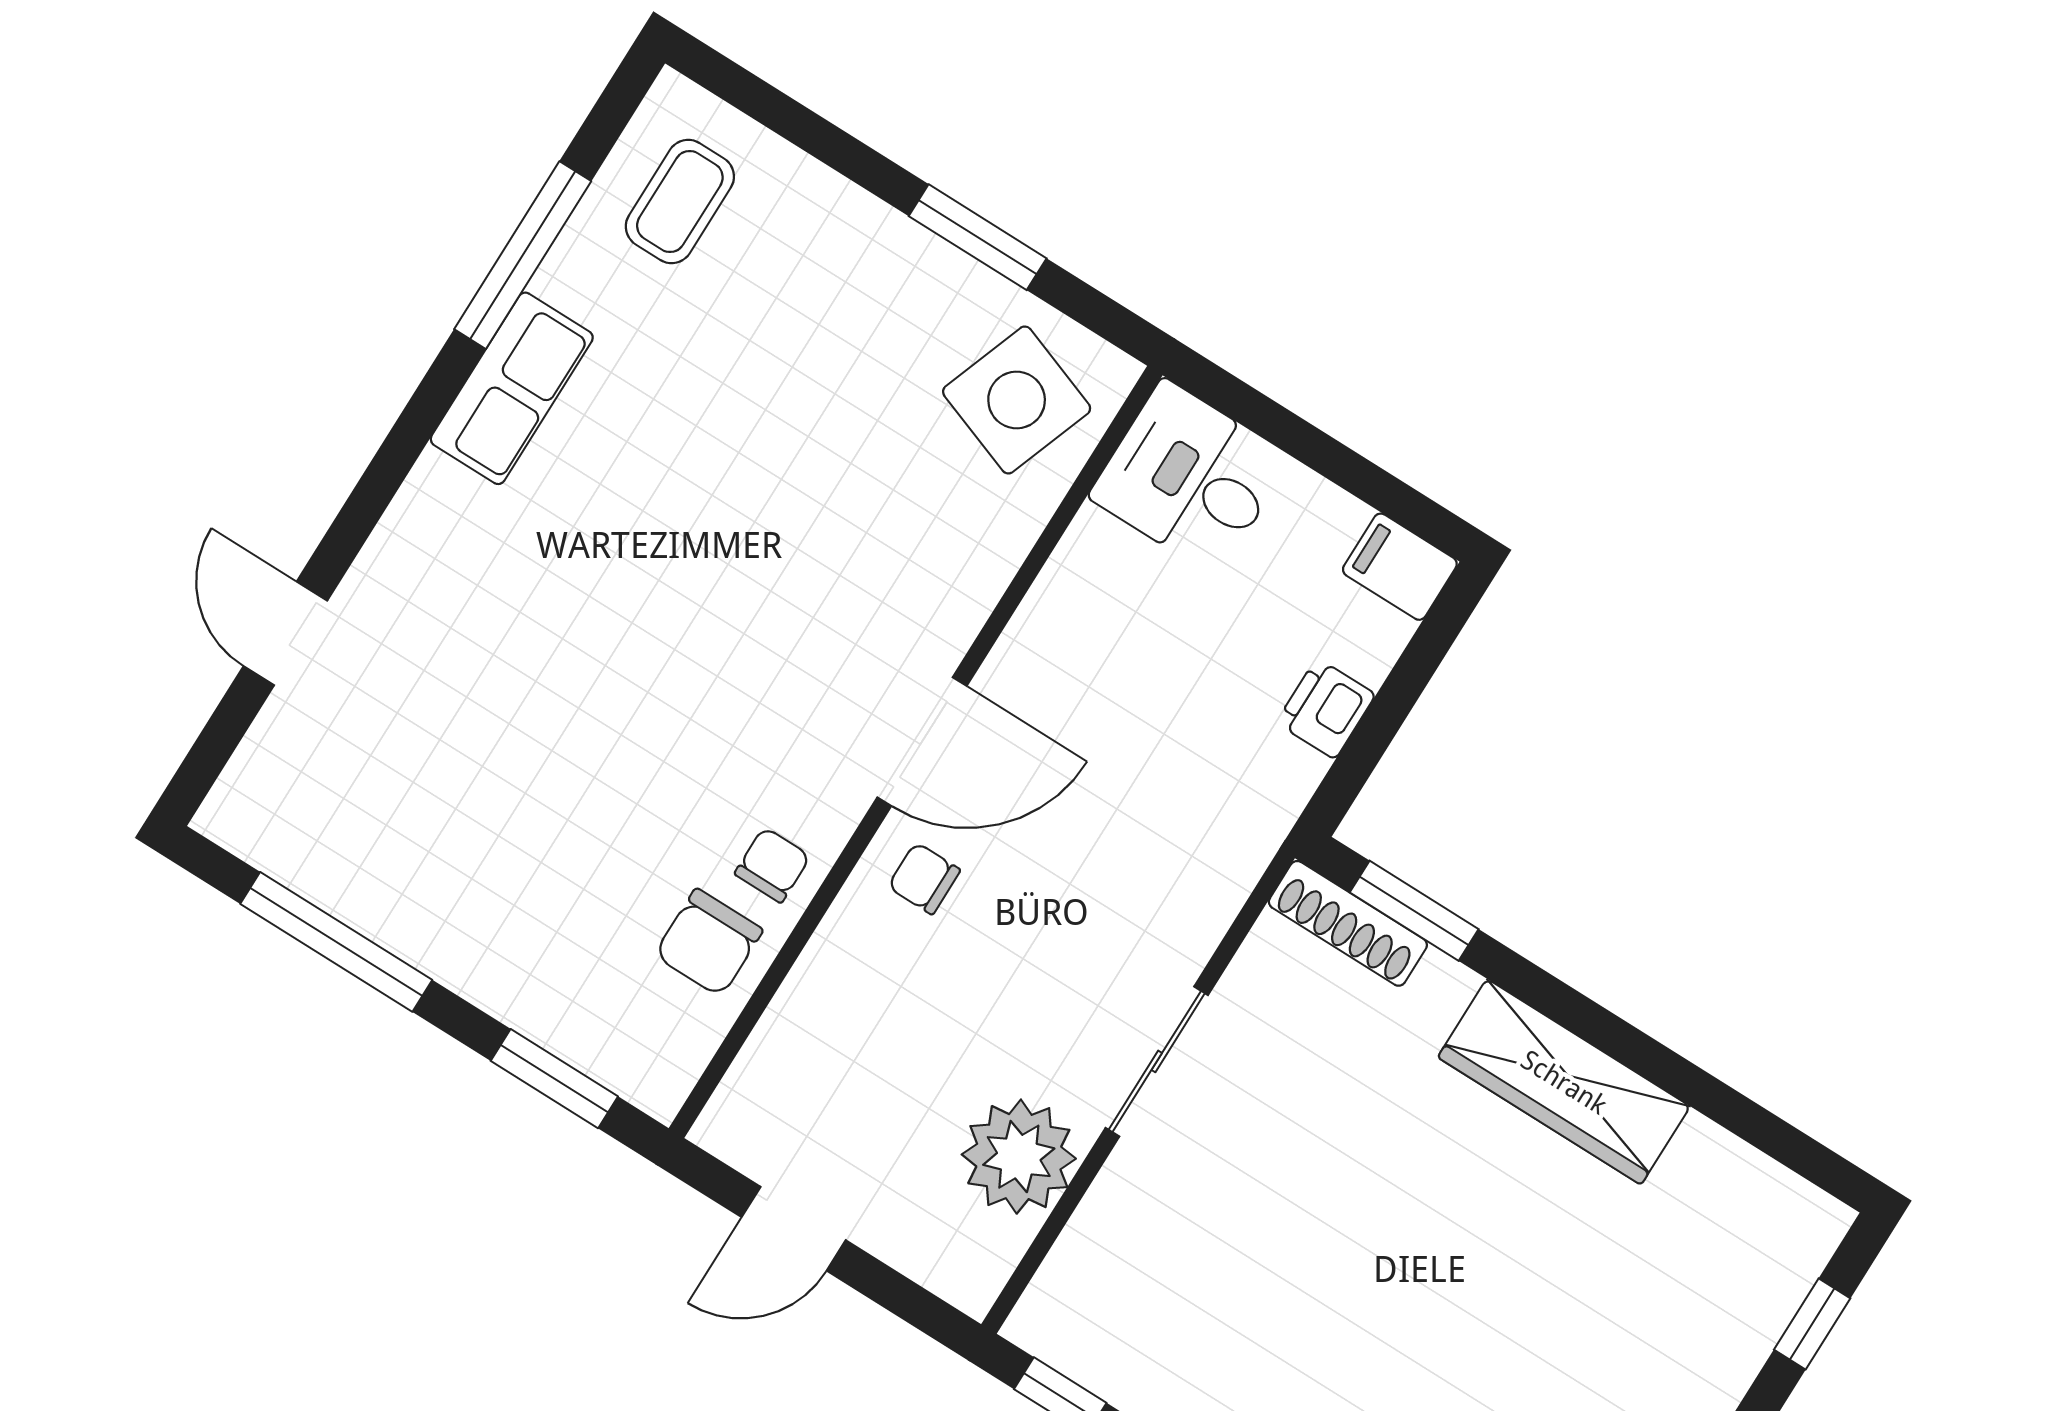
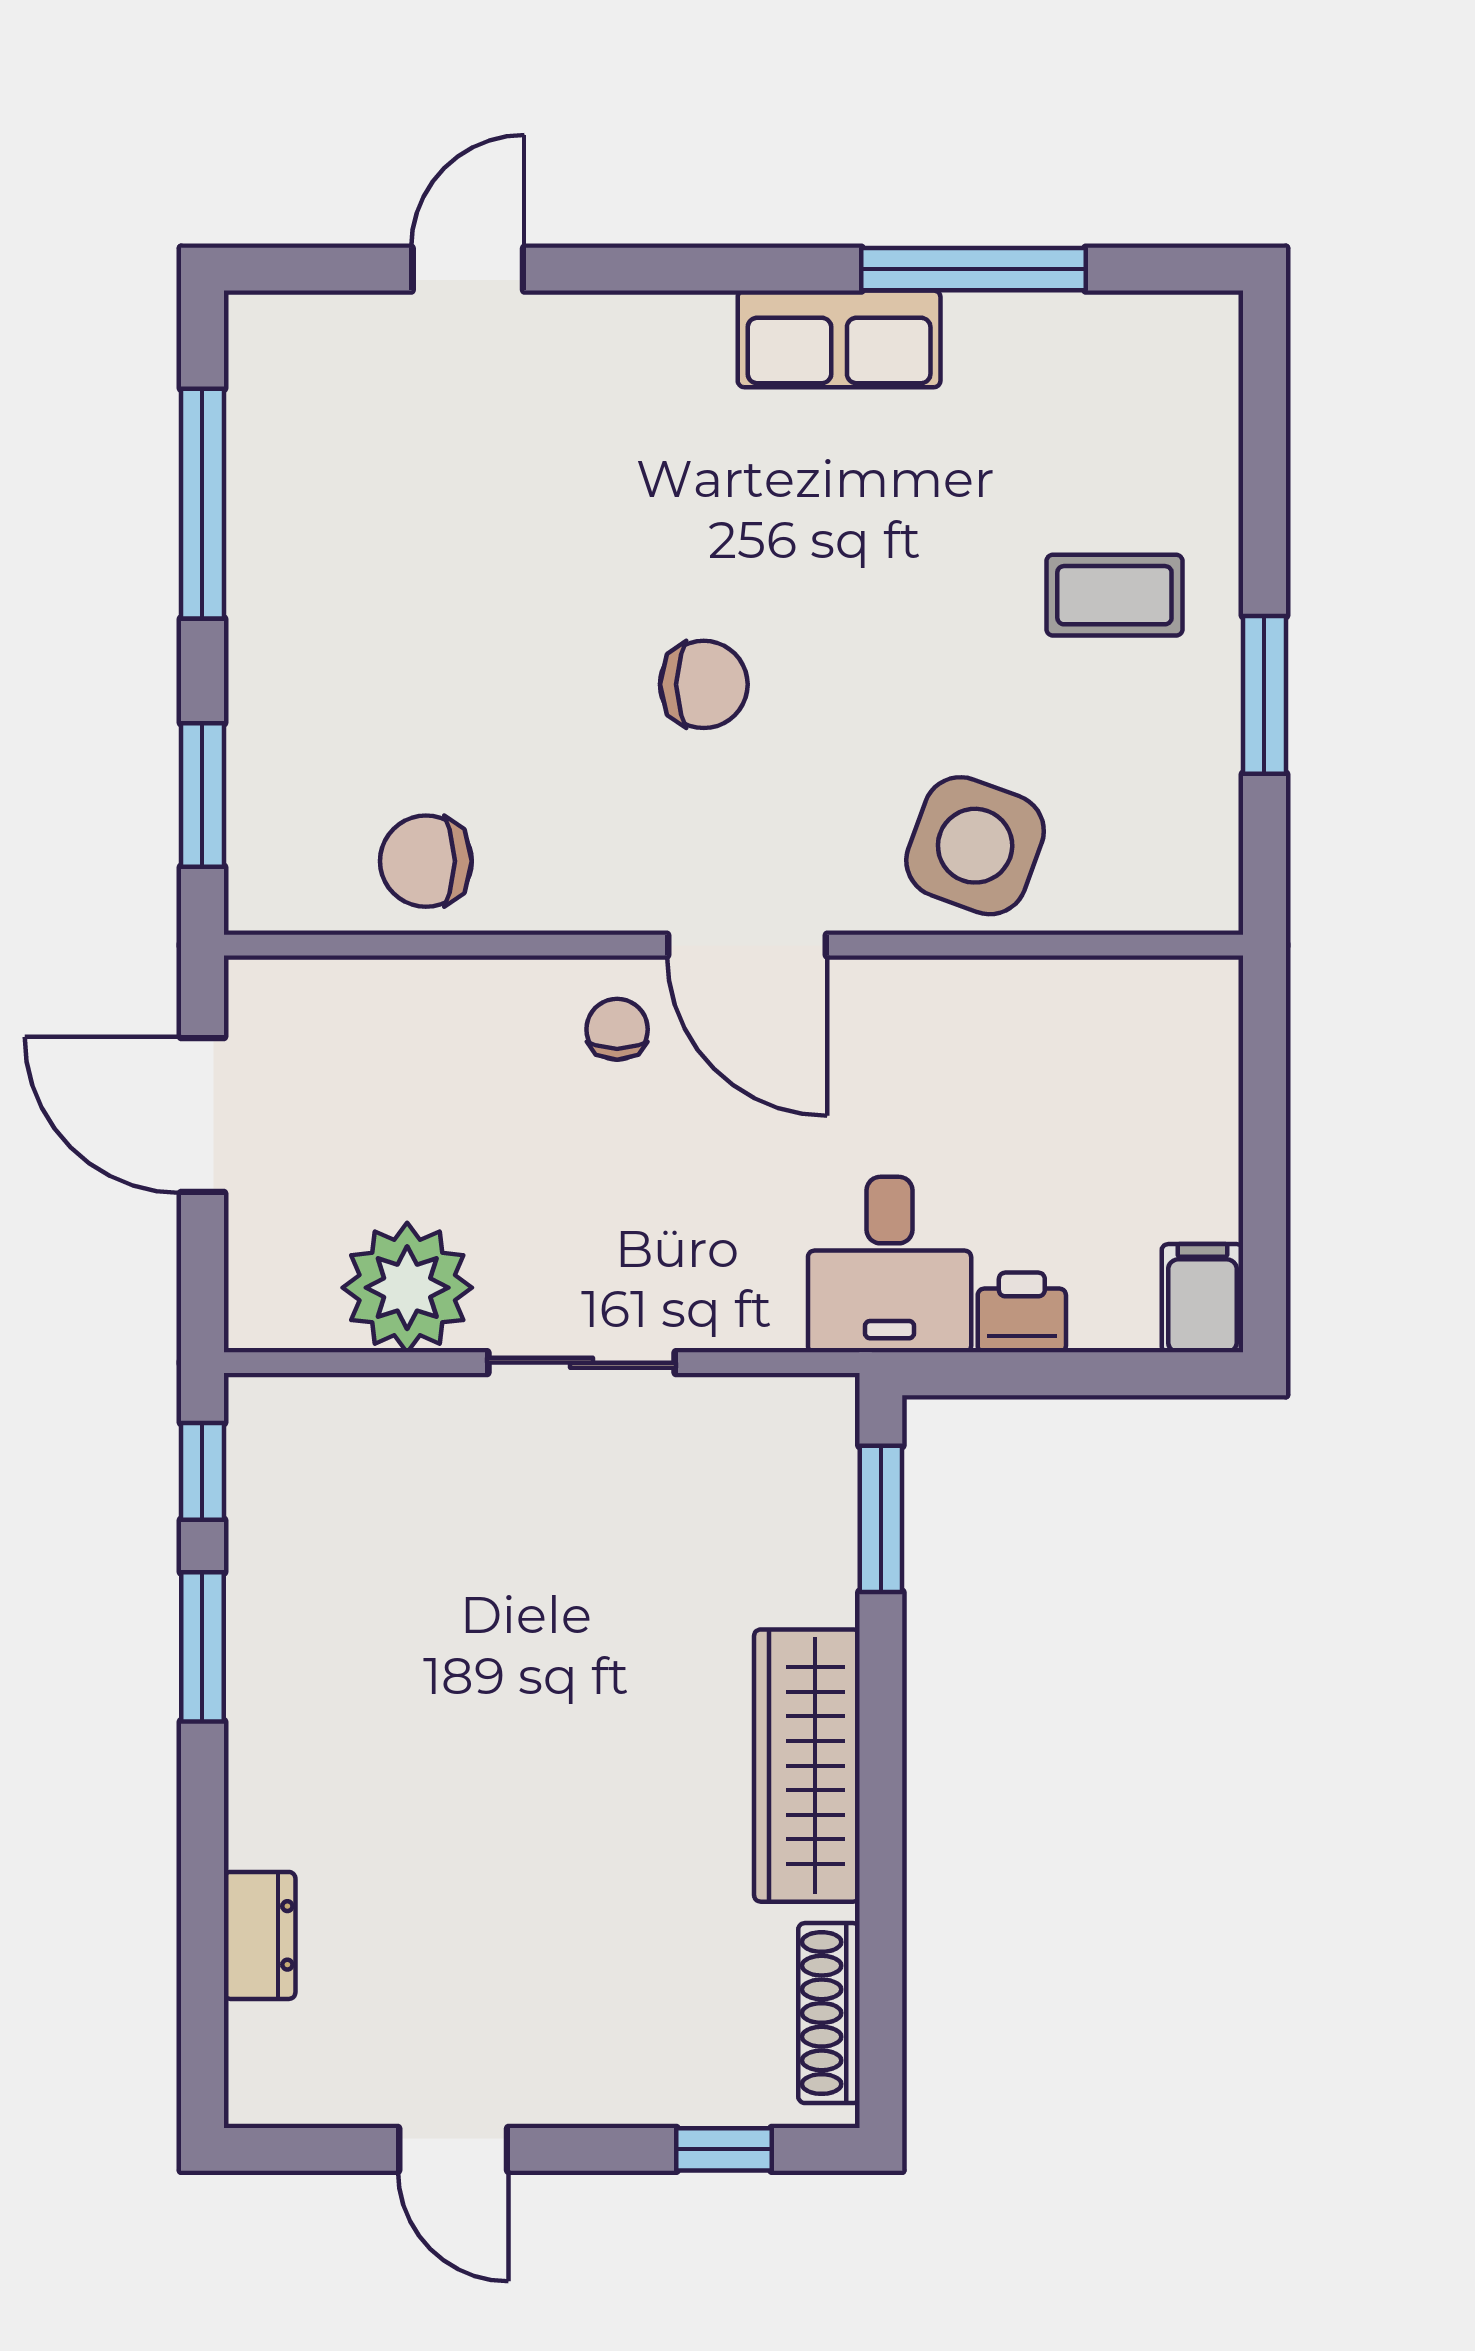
coffee table: (680, 201) -> (1114, 595), moved
side table: (1017, 400) -> (975, 846), moved
desk: (1190, 478) -> (890, 1265), moved, turned 180
chair: (772, 865) -> (704, 684), moved, width x1.37, depth x1.37
shoe rack: (1348, 923) -> (829, 2013), moved
door: (794, 1229) -> (202, 1115), width x1.38

